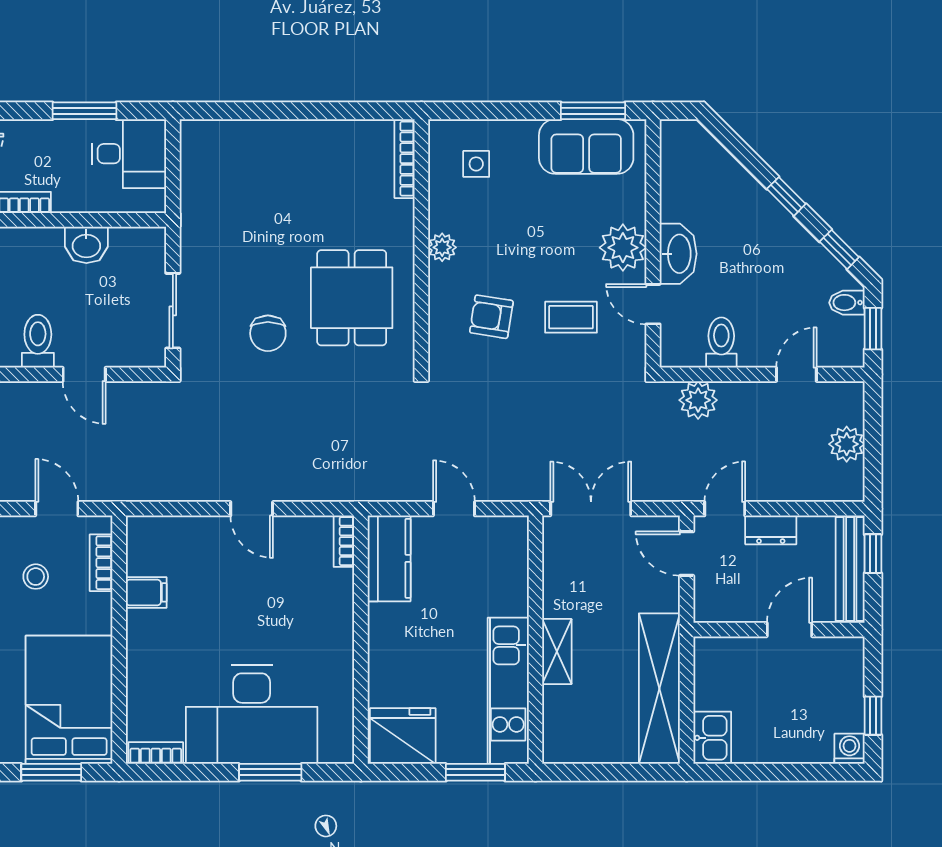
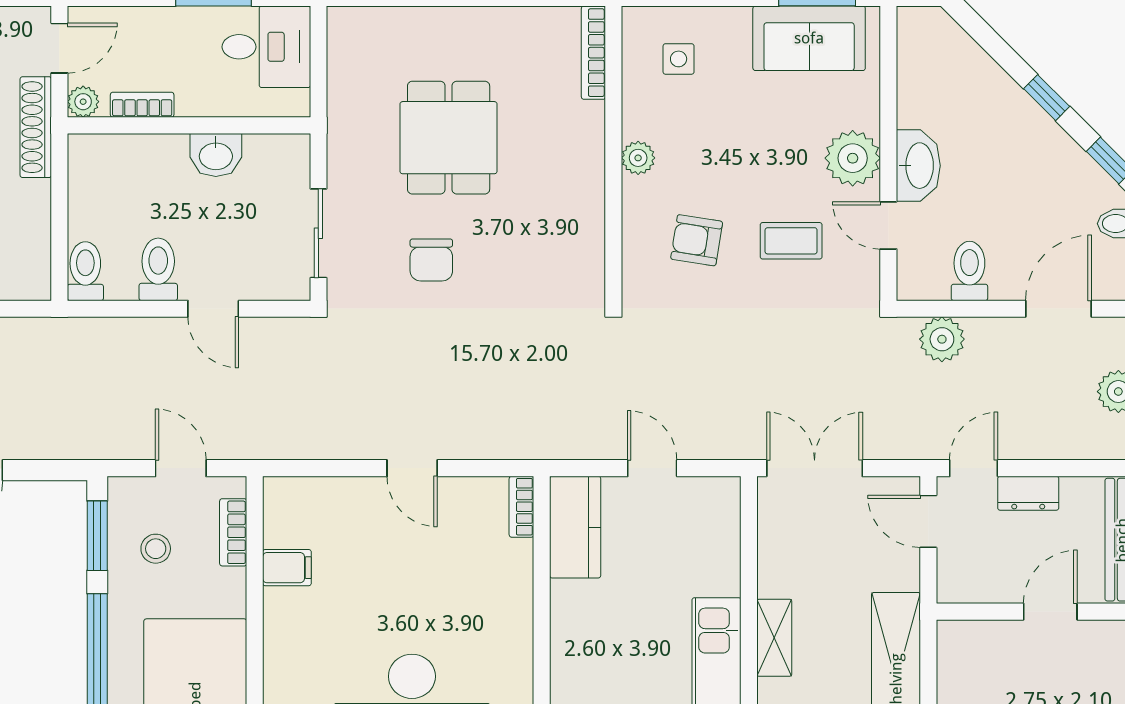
dining table: (352, 298) -> (449, 138), moved
door: (796, 374) -> (1059, 309), width x1.38

